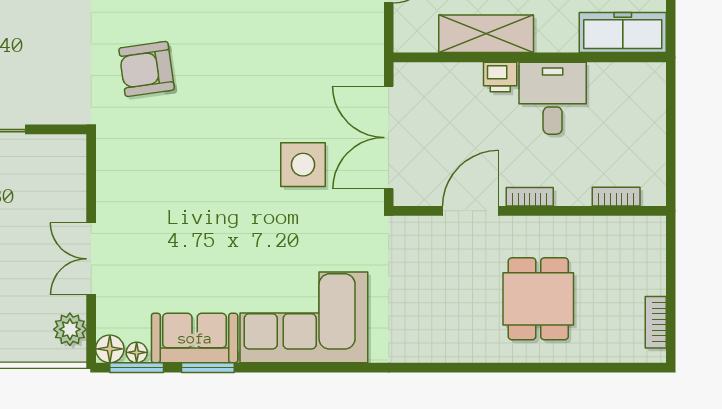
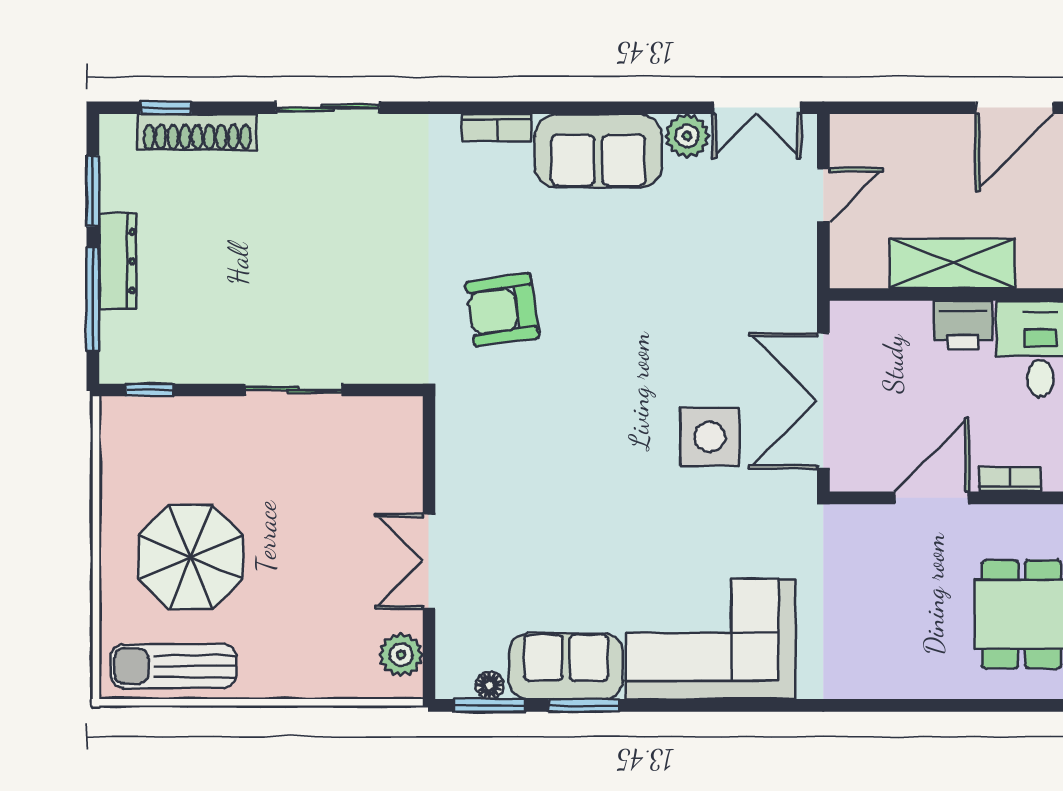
printer: (500, 77) -> (963, 325), width x1.36, depth x1.24
floor lamp: (110, 349) -> (454, 681), removed

